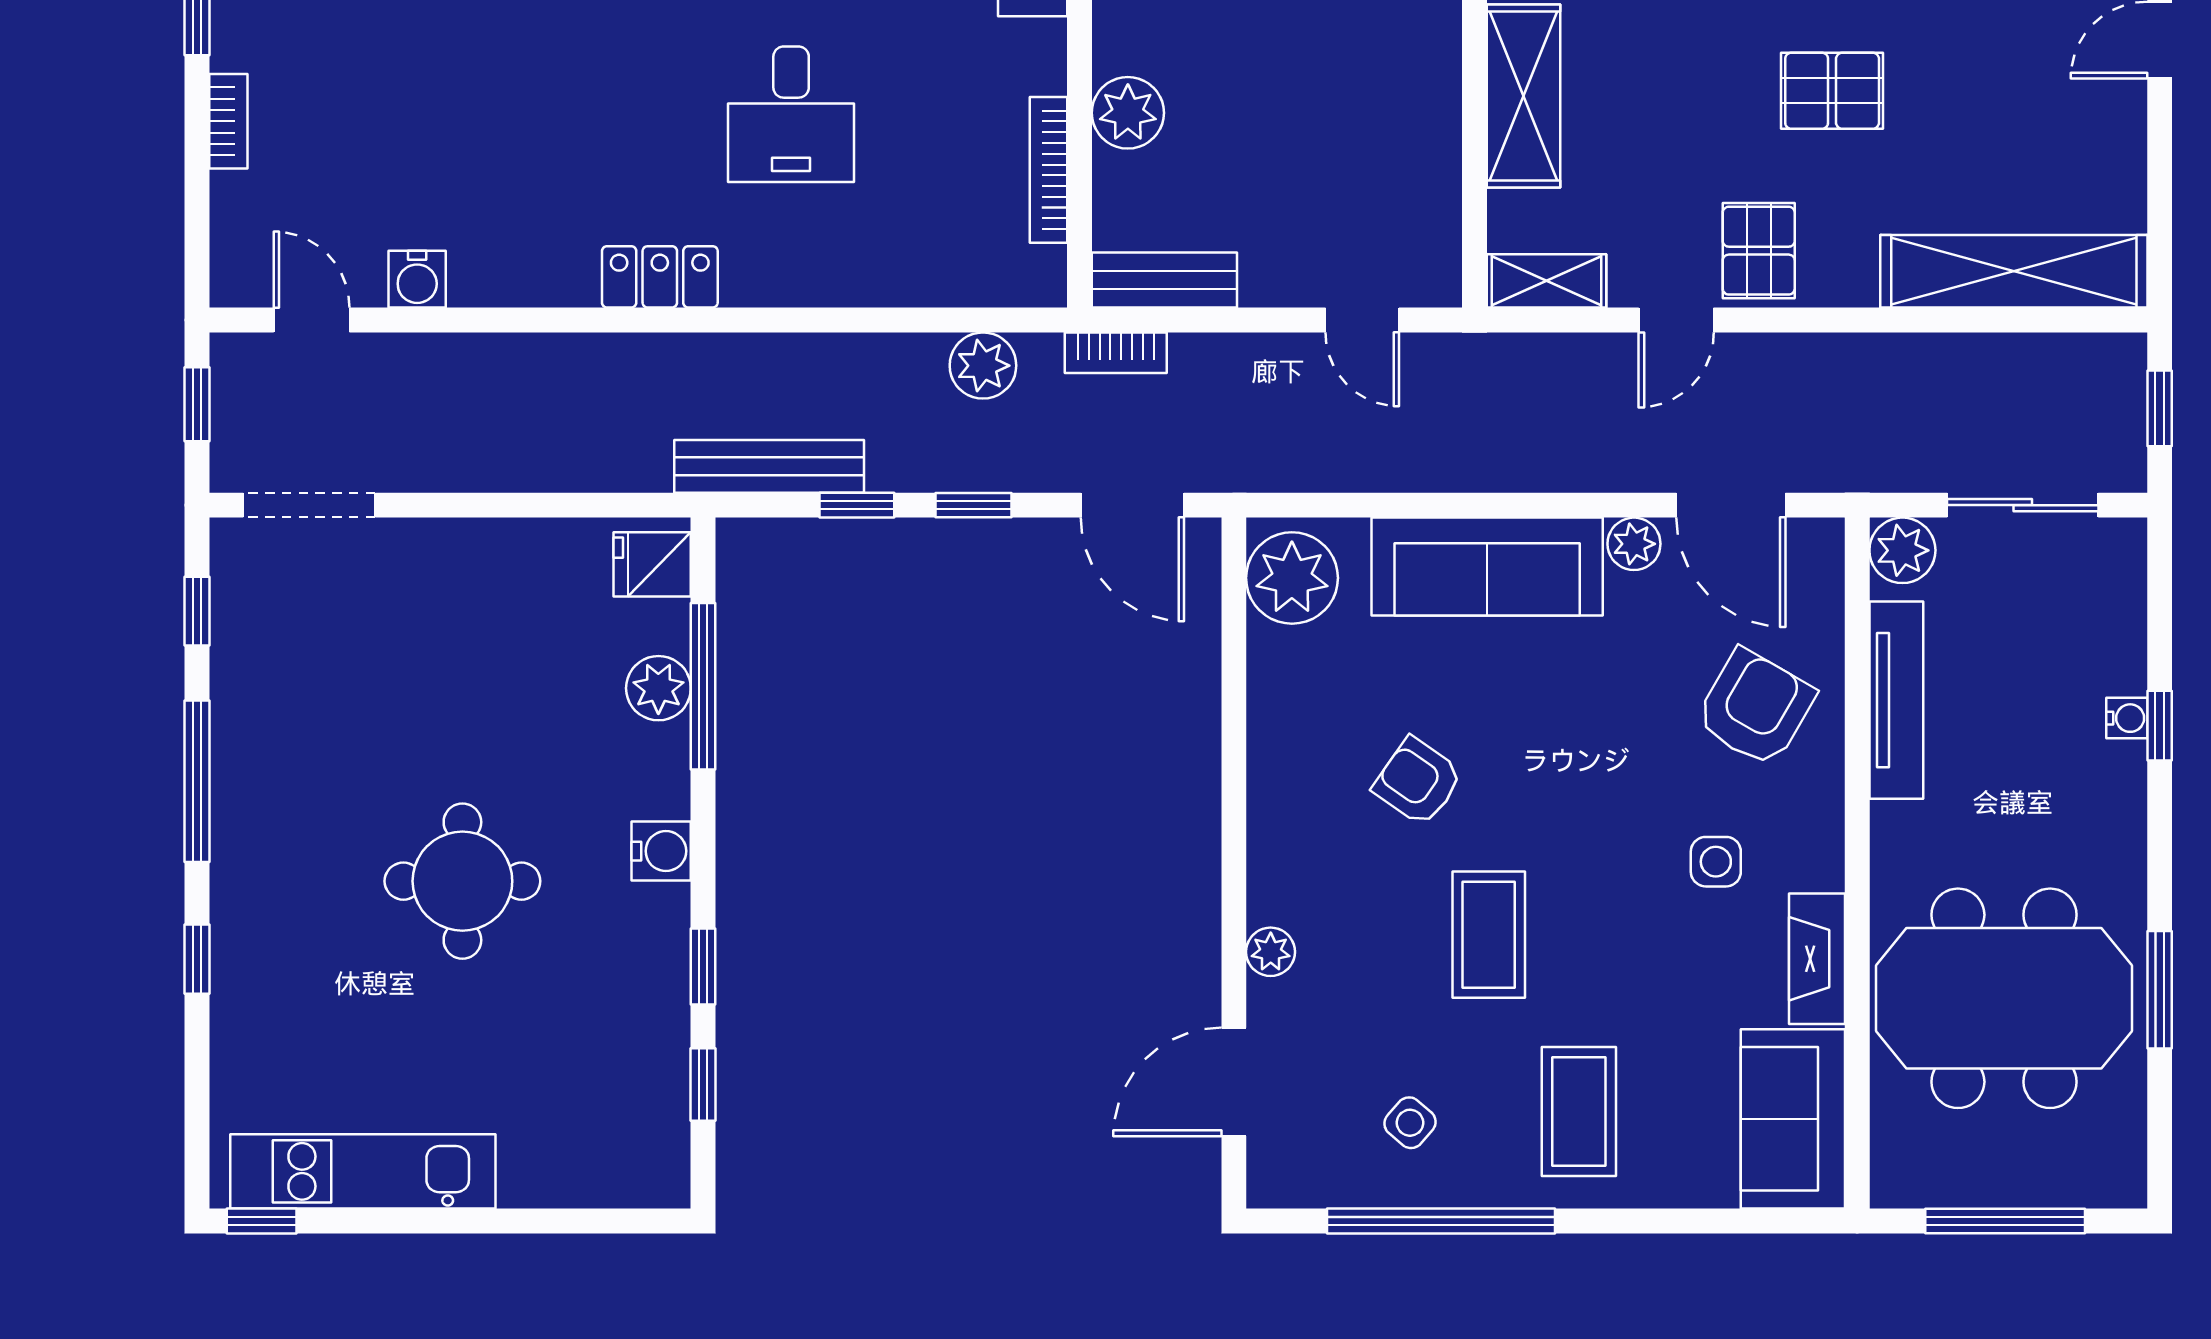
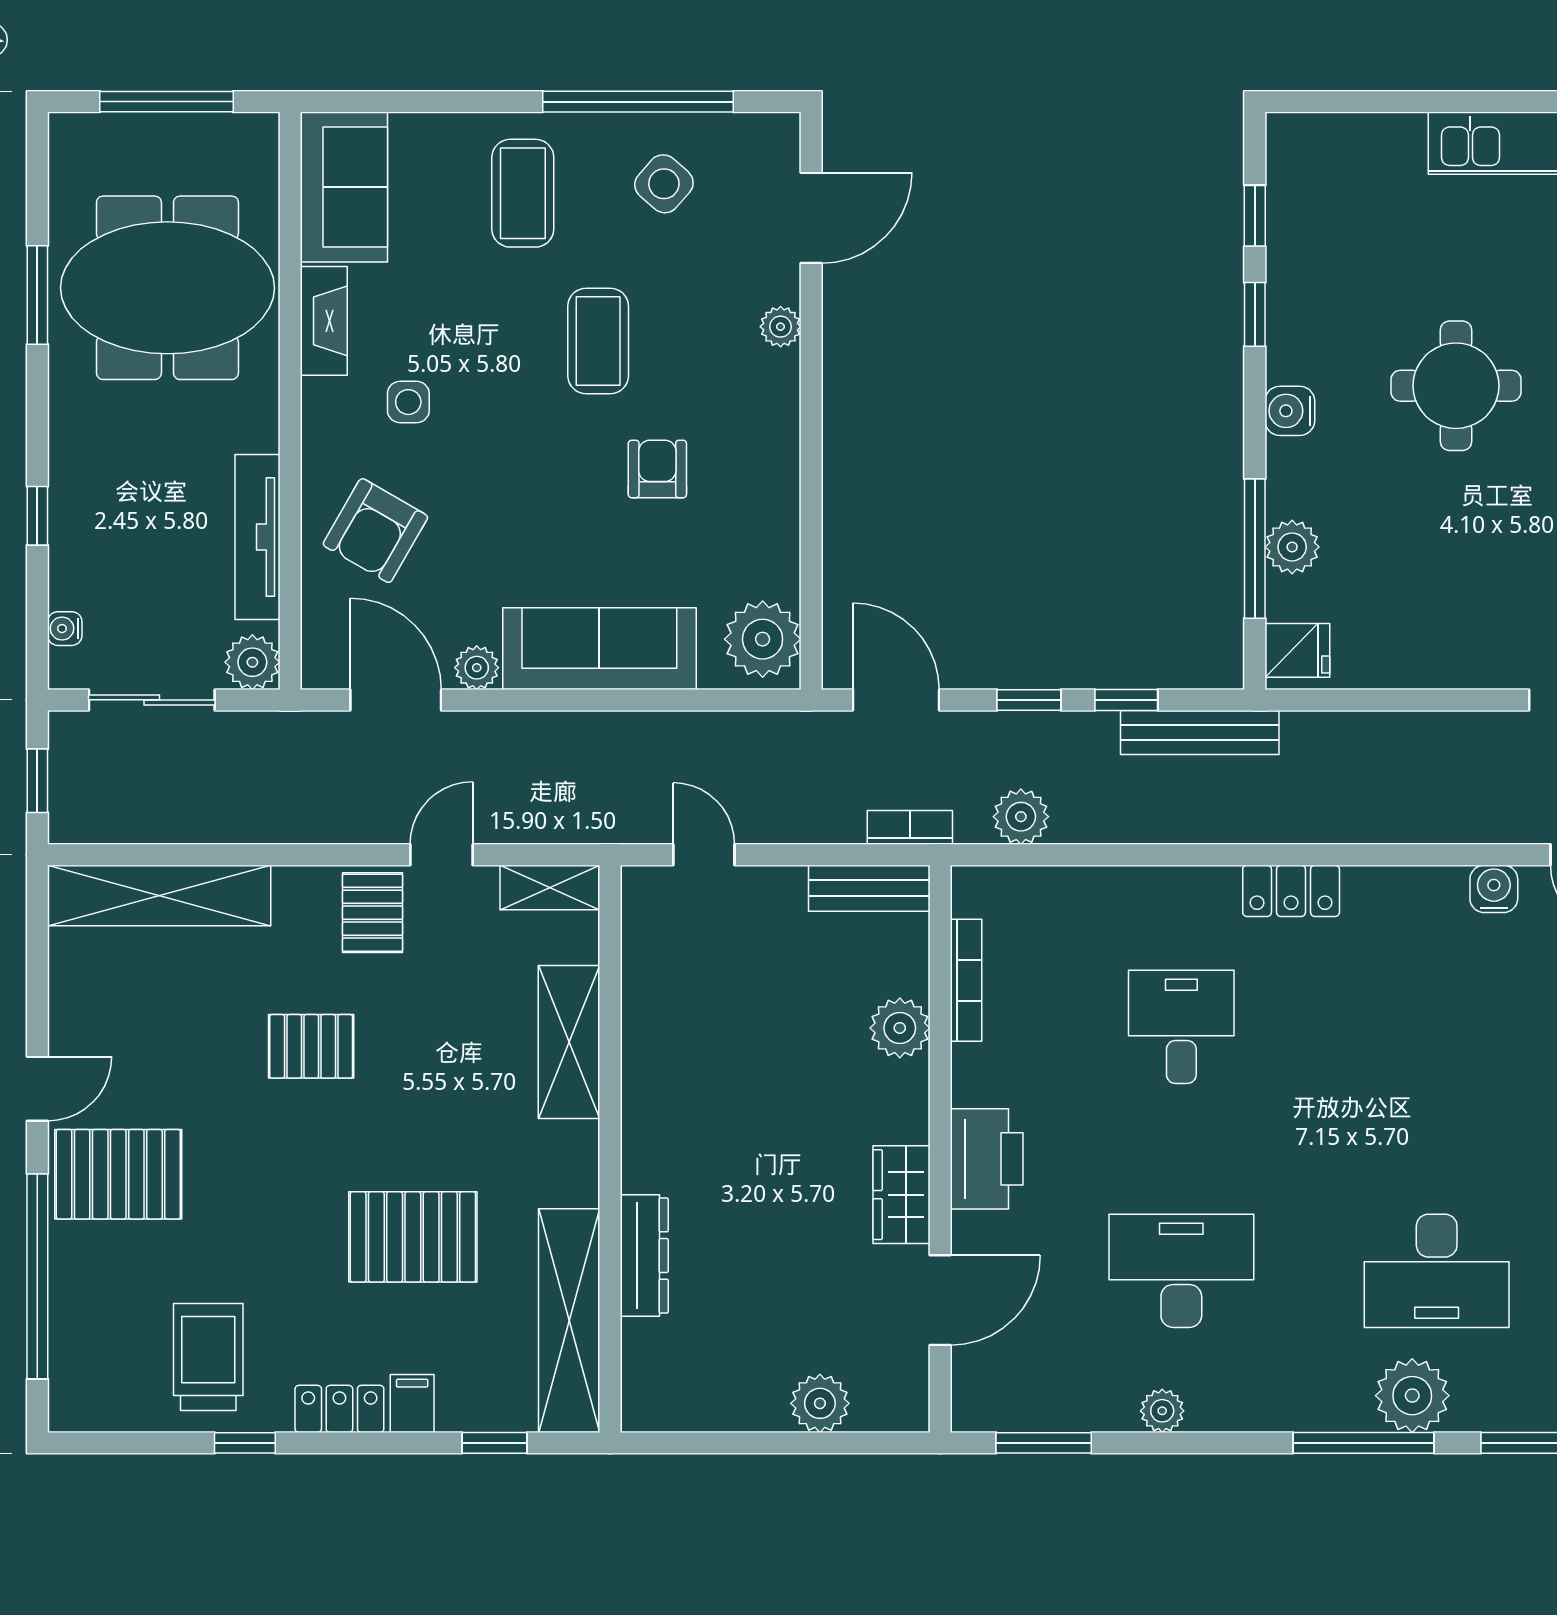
water cooler: (2127, 718) -> (65, 629), moved
armchair: (1418, 782) -> (657, 469), turned -125
side table: (1410, 1123) -> (664, 184), width x1.37, depth x1.37

